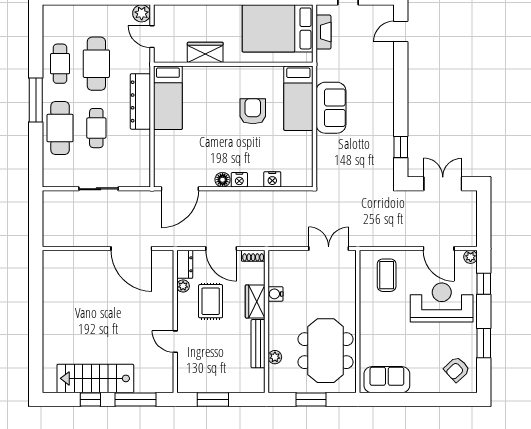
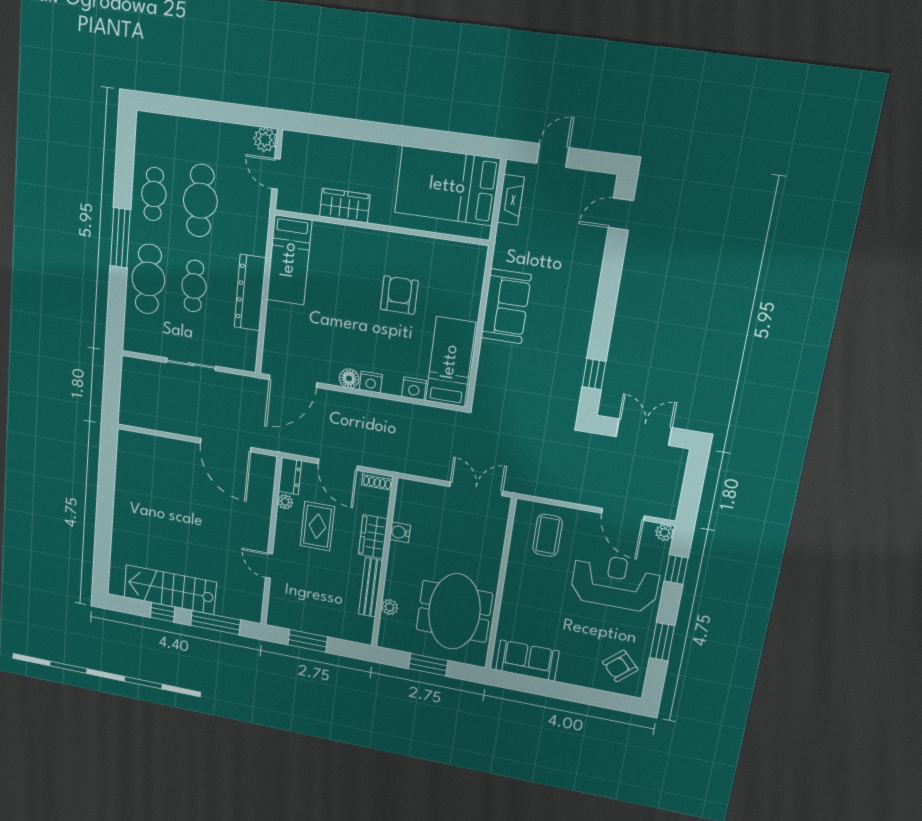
bed: (298, 98) -> (450, 362), moved, turned 180
dresser: (140, 101) -> (250, 293), moved

